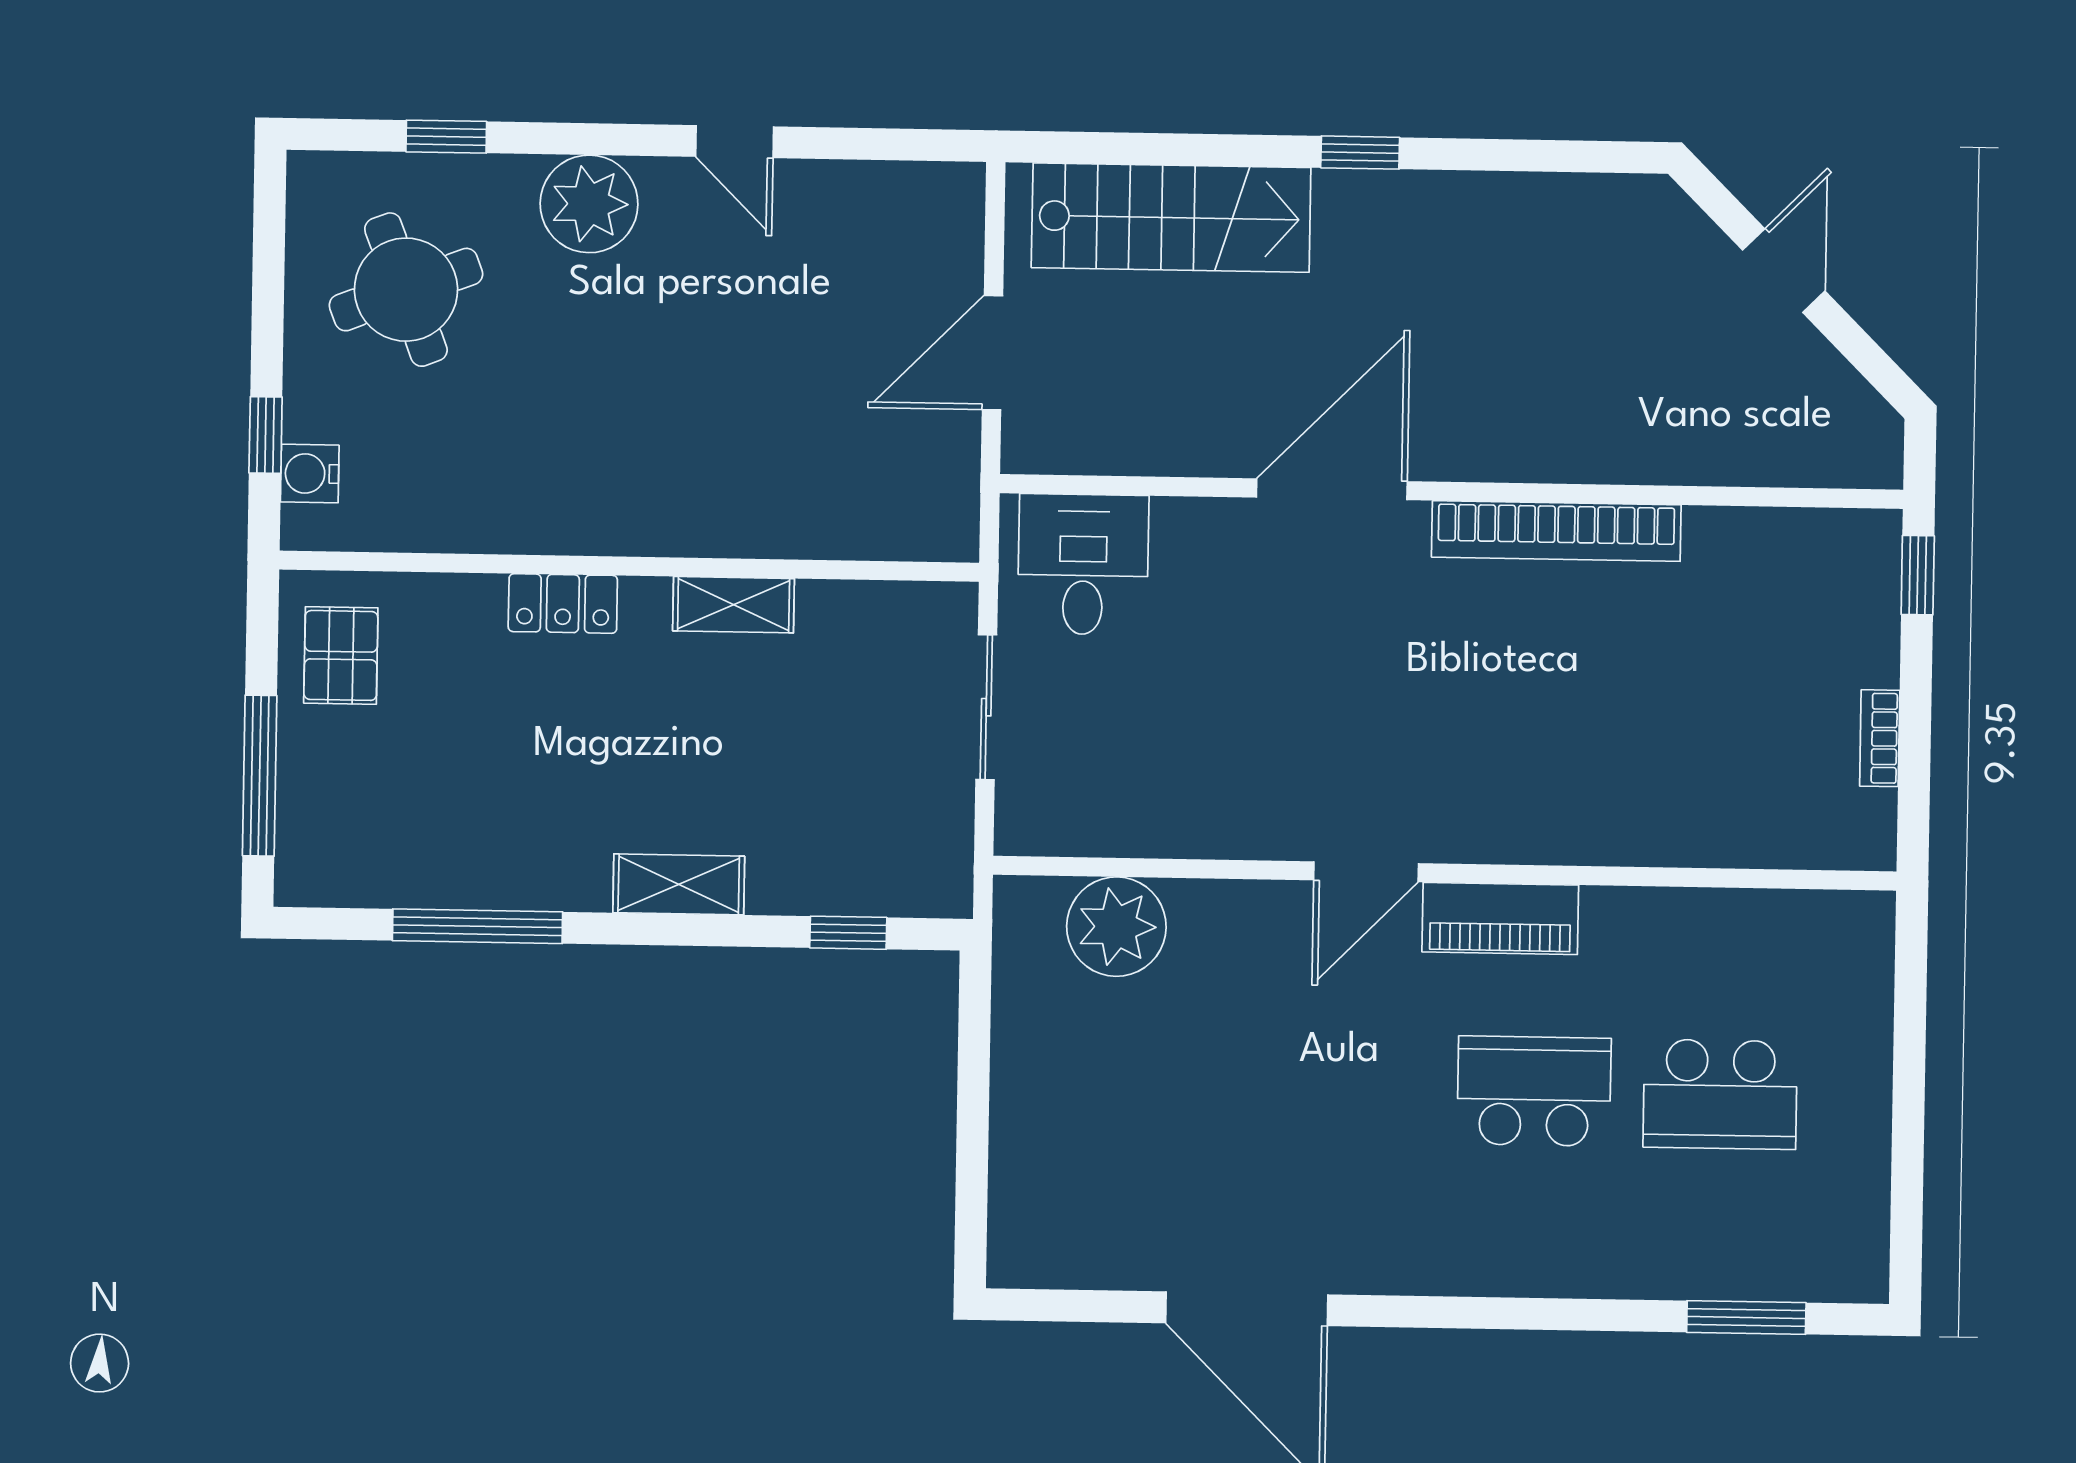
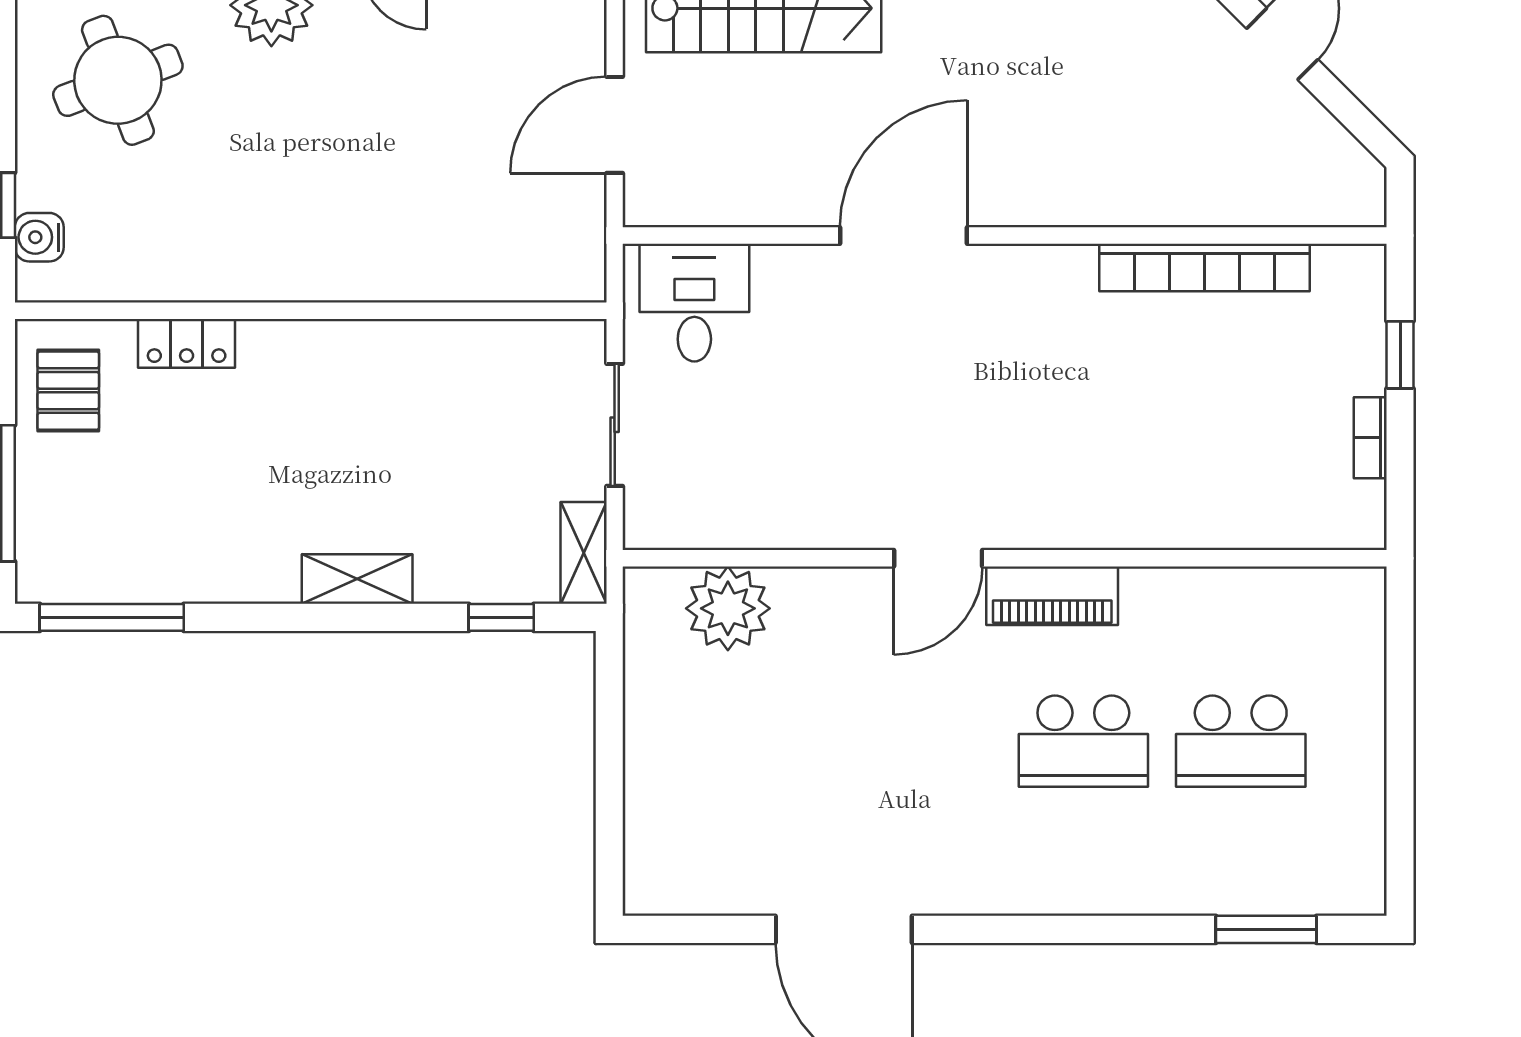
bookcase: (1556, 531) -> (1205, 267), moved
window: (1918, 575) -> (1400, 355), moved
locker: (563, 603) -> (187, 343), moved
shelving: (734, 605) -> (584, 553), moved, turned 90
window: (477, 926) -> (112, 617), moved
school desk: (1534, 1091) -> (1083, 741), turned 180

